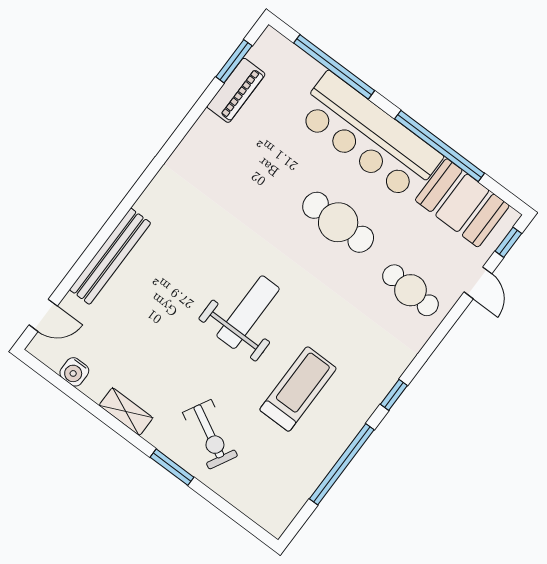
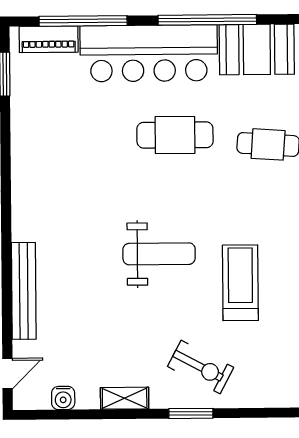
piano: (236, 90) -> (49, 39), moved, turned 90
weight bench: (248, 312) -> (159, 254), turned 90

